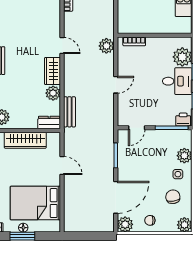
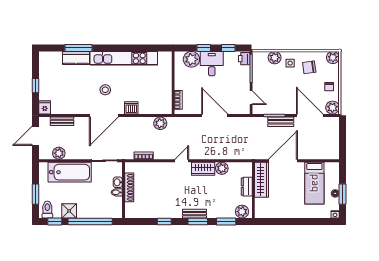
plant: (106, 46) -> (160, 123), moved
door: (116, 85) -> (215, 116), width x1.88
bench: (69, 112) -> (281, 122), moved
dresser: (49, 123) -> (247, 187), moved
wardrobe: (25, 140) -> (262, 180), moved
door: (62, 166) -> (283, 161), width x1.87
bed: (35, 203) -> (314, 183), width x0.67

